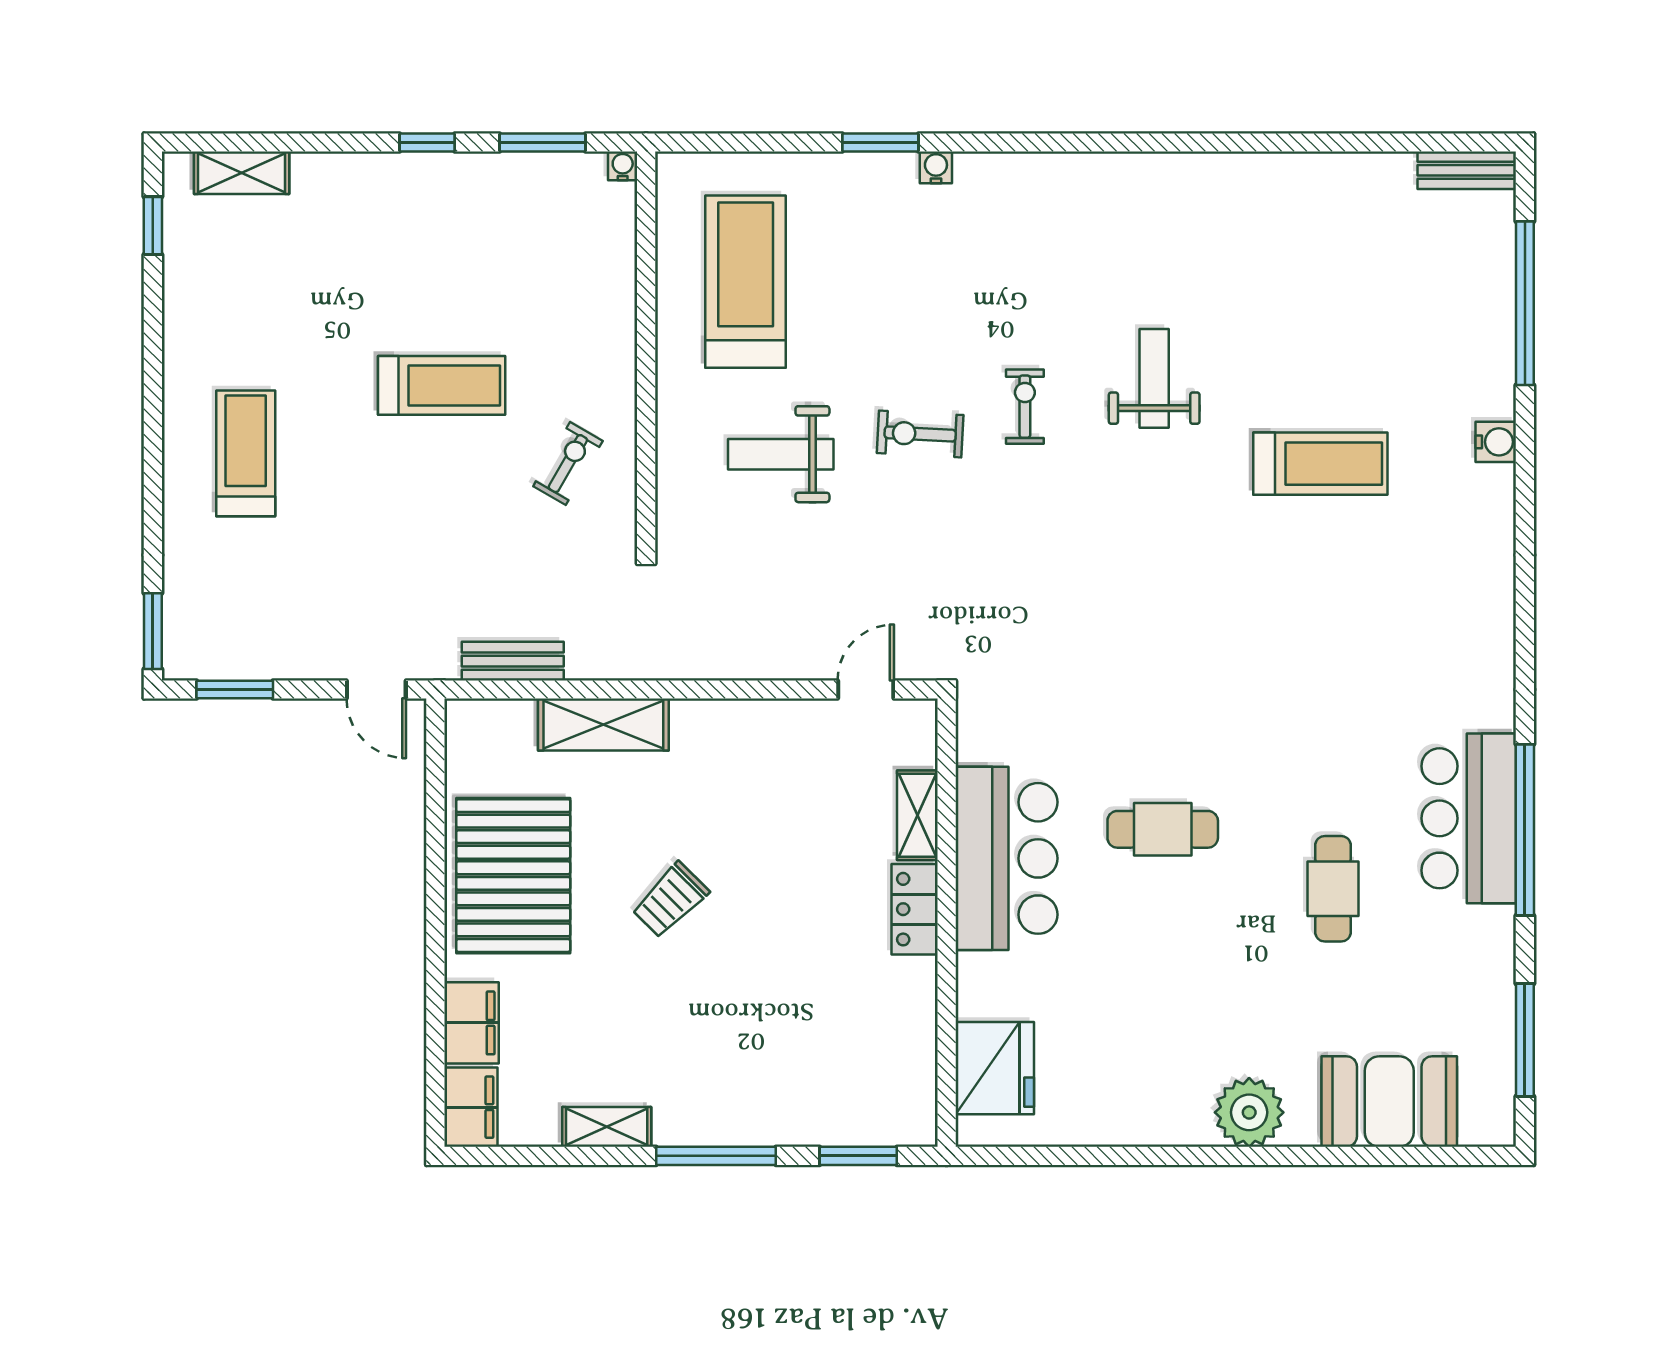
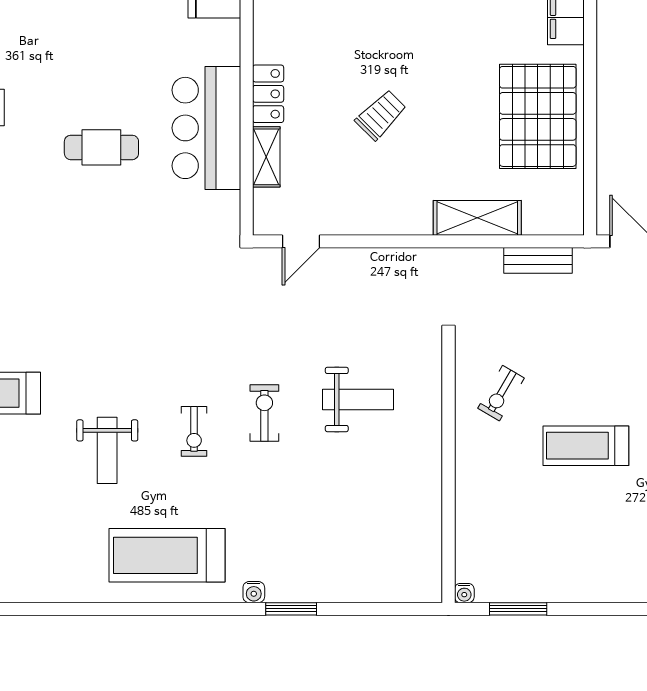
window: (427, 142) -> (596, 609), removed
treadmill: (746, 282) -> (167, 555), moved, turned 90
exercise bike: (920, 434) -> (264, 413), turned -93
trolley: (670, 900) -> (381, 115), moved

